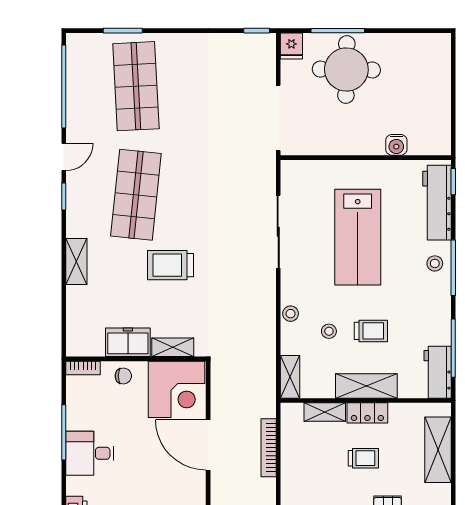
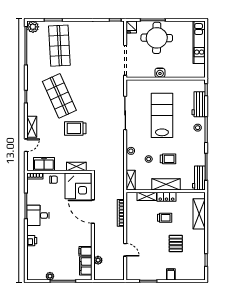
plant: (79, 46) -> (33, 27), added
kitchen unit: (438, 79) -> (199, 42), added
water cooler: (396, 145) -> (160, 73), moved
door: (64, 157) -> (26, 145), moved
shop shelf: (136, 195) -> (59, 96), turned -30
workbench: (437, 203) -> (199, 104), width x0.73
lab bench: (358, 237) -> (162, 115), turned 180
freezer: (128, 342) -> (44, 164), moved

